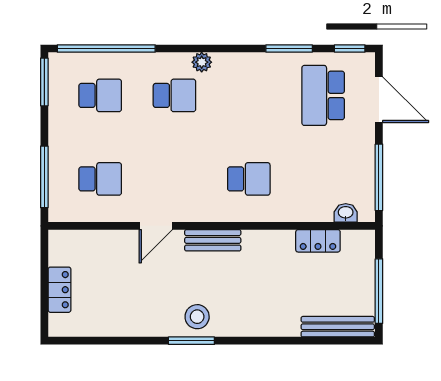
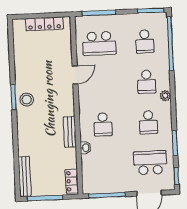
school desk: (249, 95) -> (148, 122), added
school desk: (100, 179) -> (99, 43), width x1.85
washbasin: (346, 213) -> (85, 148), moved
door: (156, 226) -> (75, 75), swing flipped
bench: (213, 240) -> (70, 132), moved
locker: (318, 241) -> (72, 181), moved
locker: (59, 290) -> (44, 24), width x1.53

